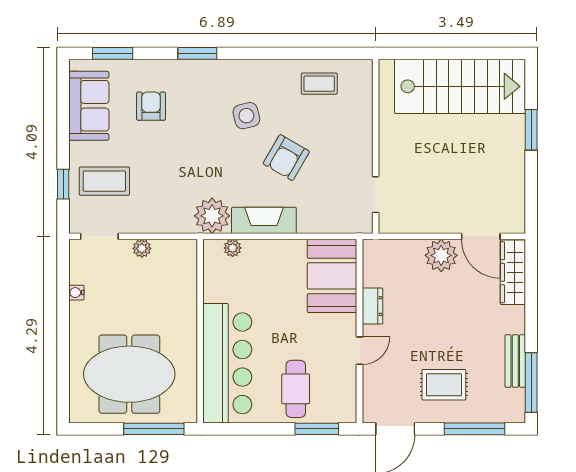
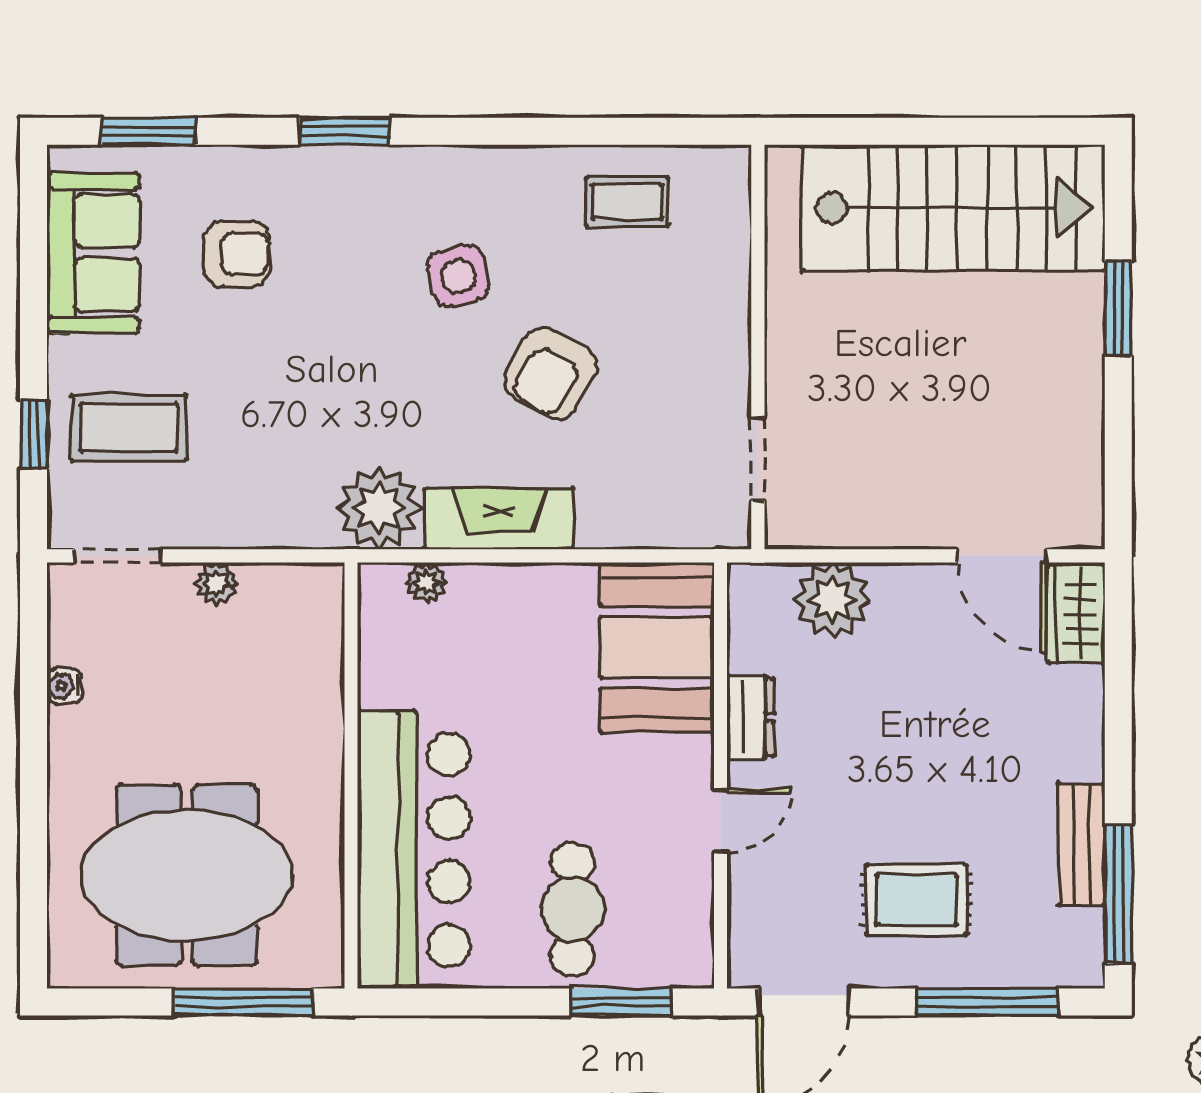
armchair: (151, 106) -> (237, 254), turned 90
plant: (441, 255) -> (833, 600), moved
wardrobe: (513, 272) -> (1076, 614), width x0.67

